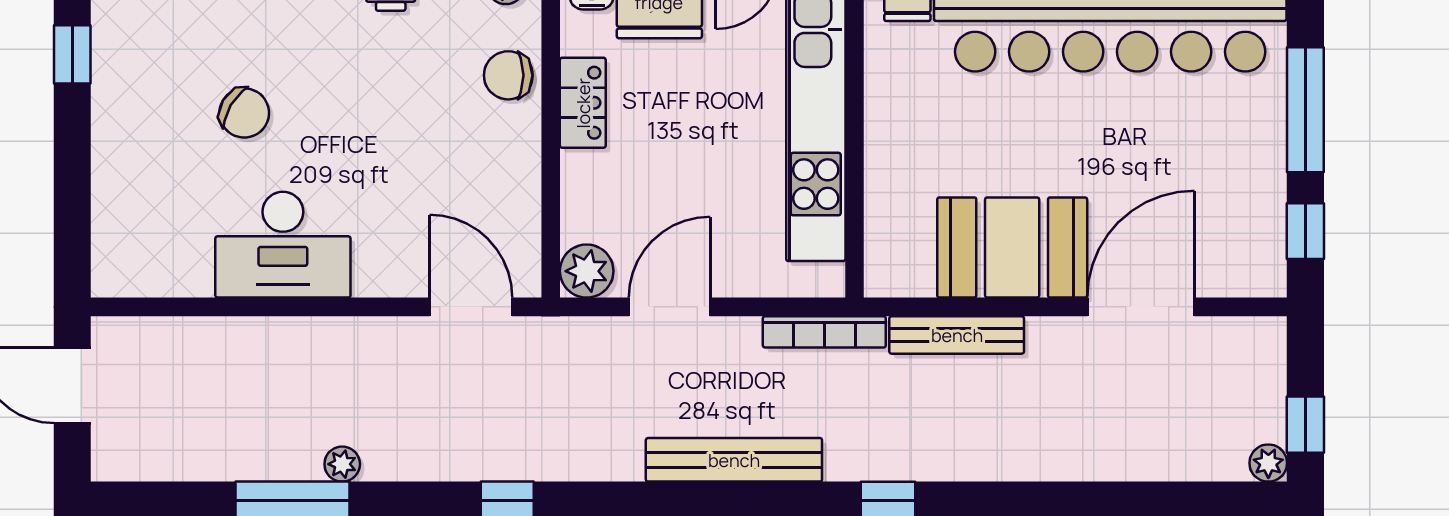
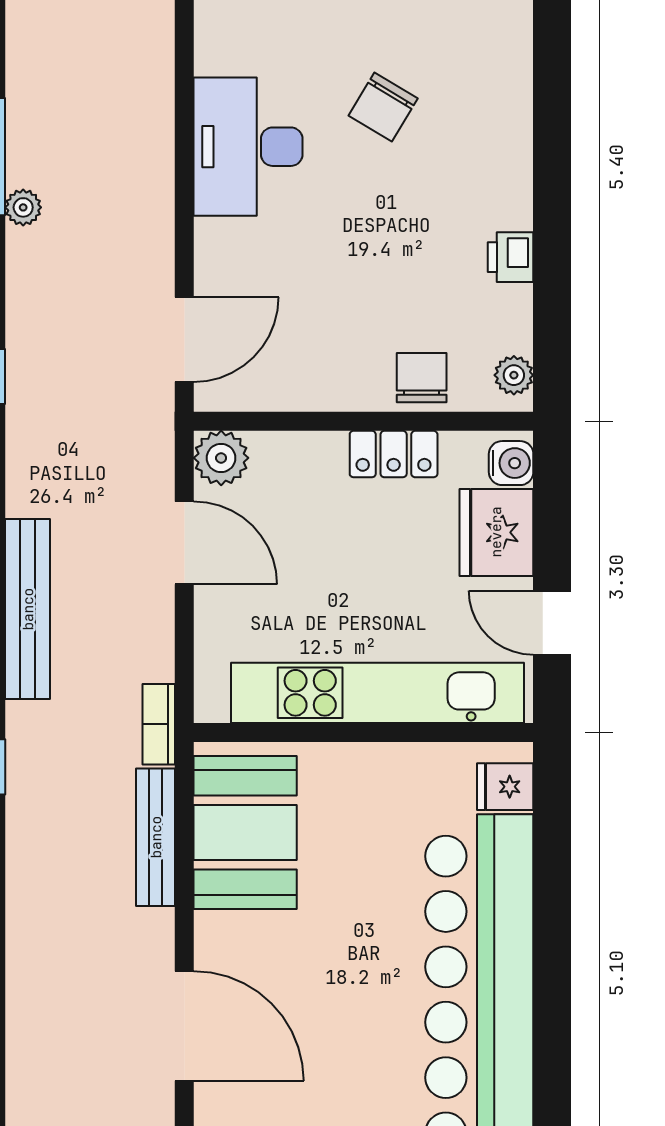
booth: (1012, 247) -> (245, 833), moved
bookcase: (824, 332) -> (159, 724), width x0.64

